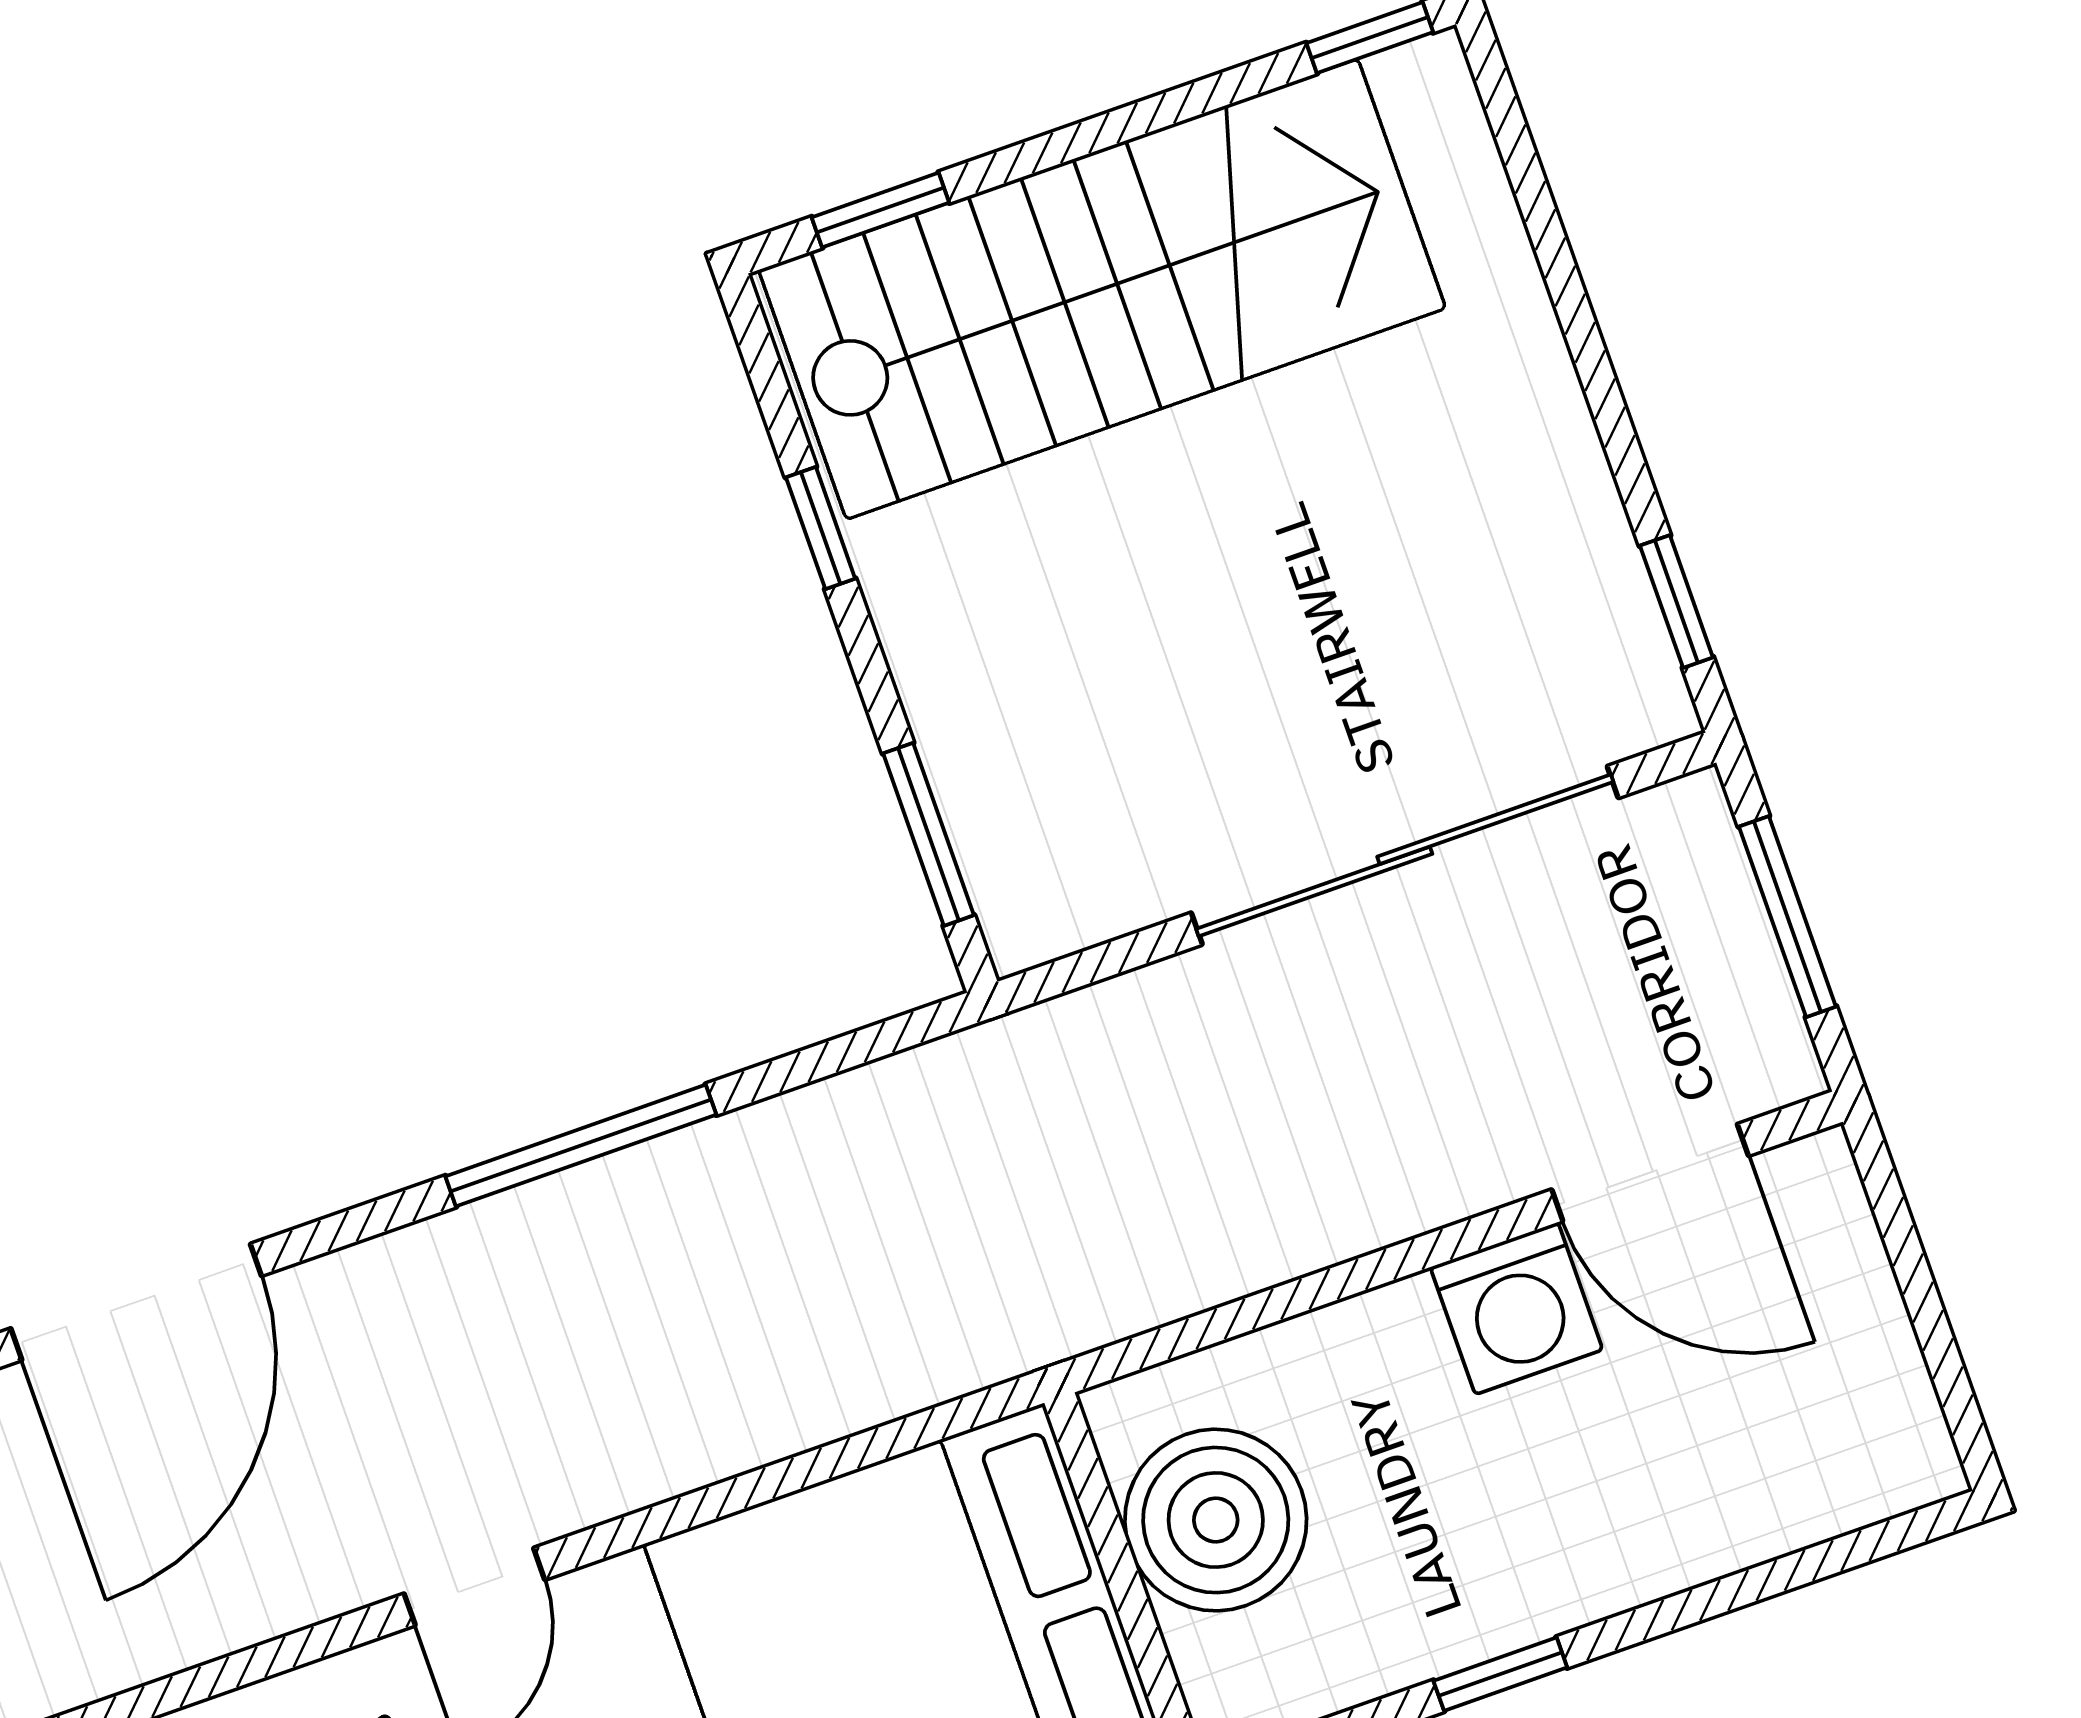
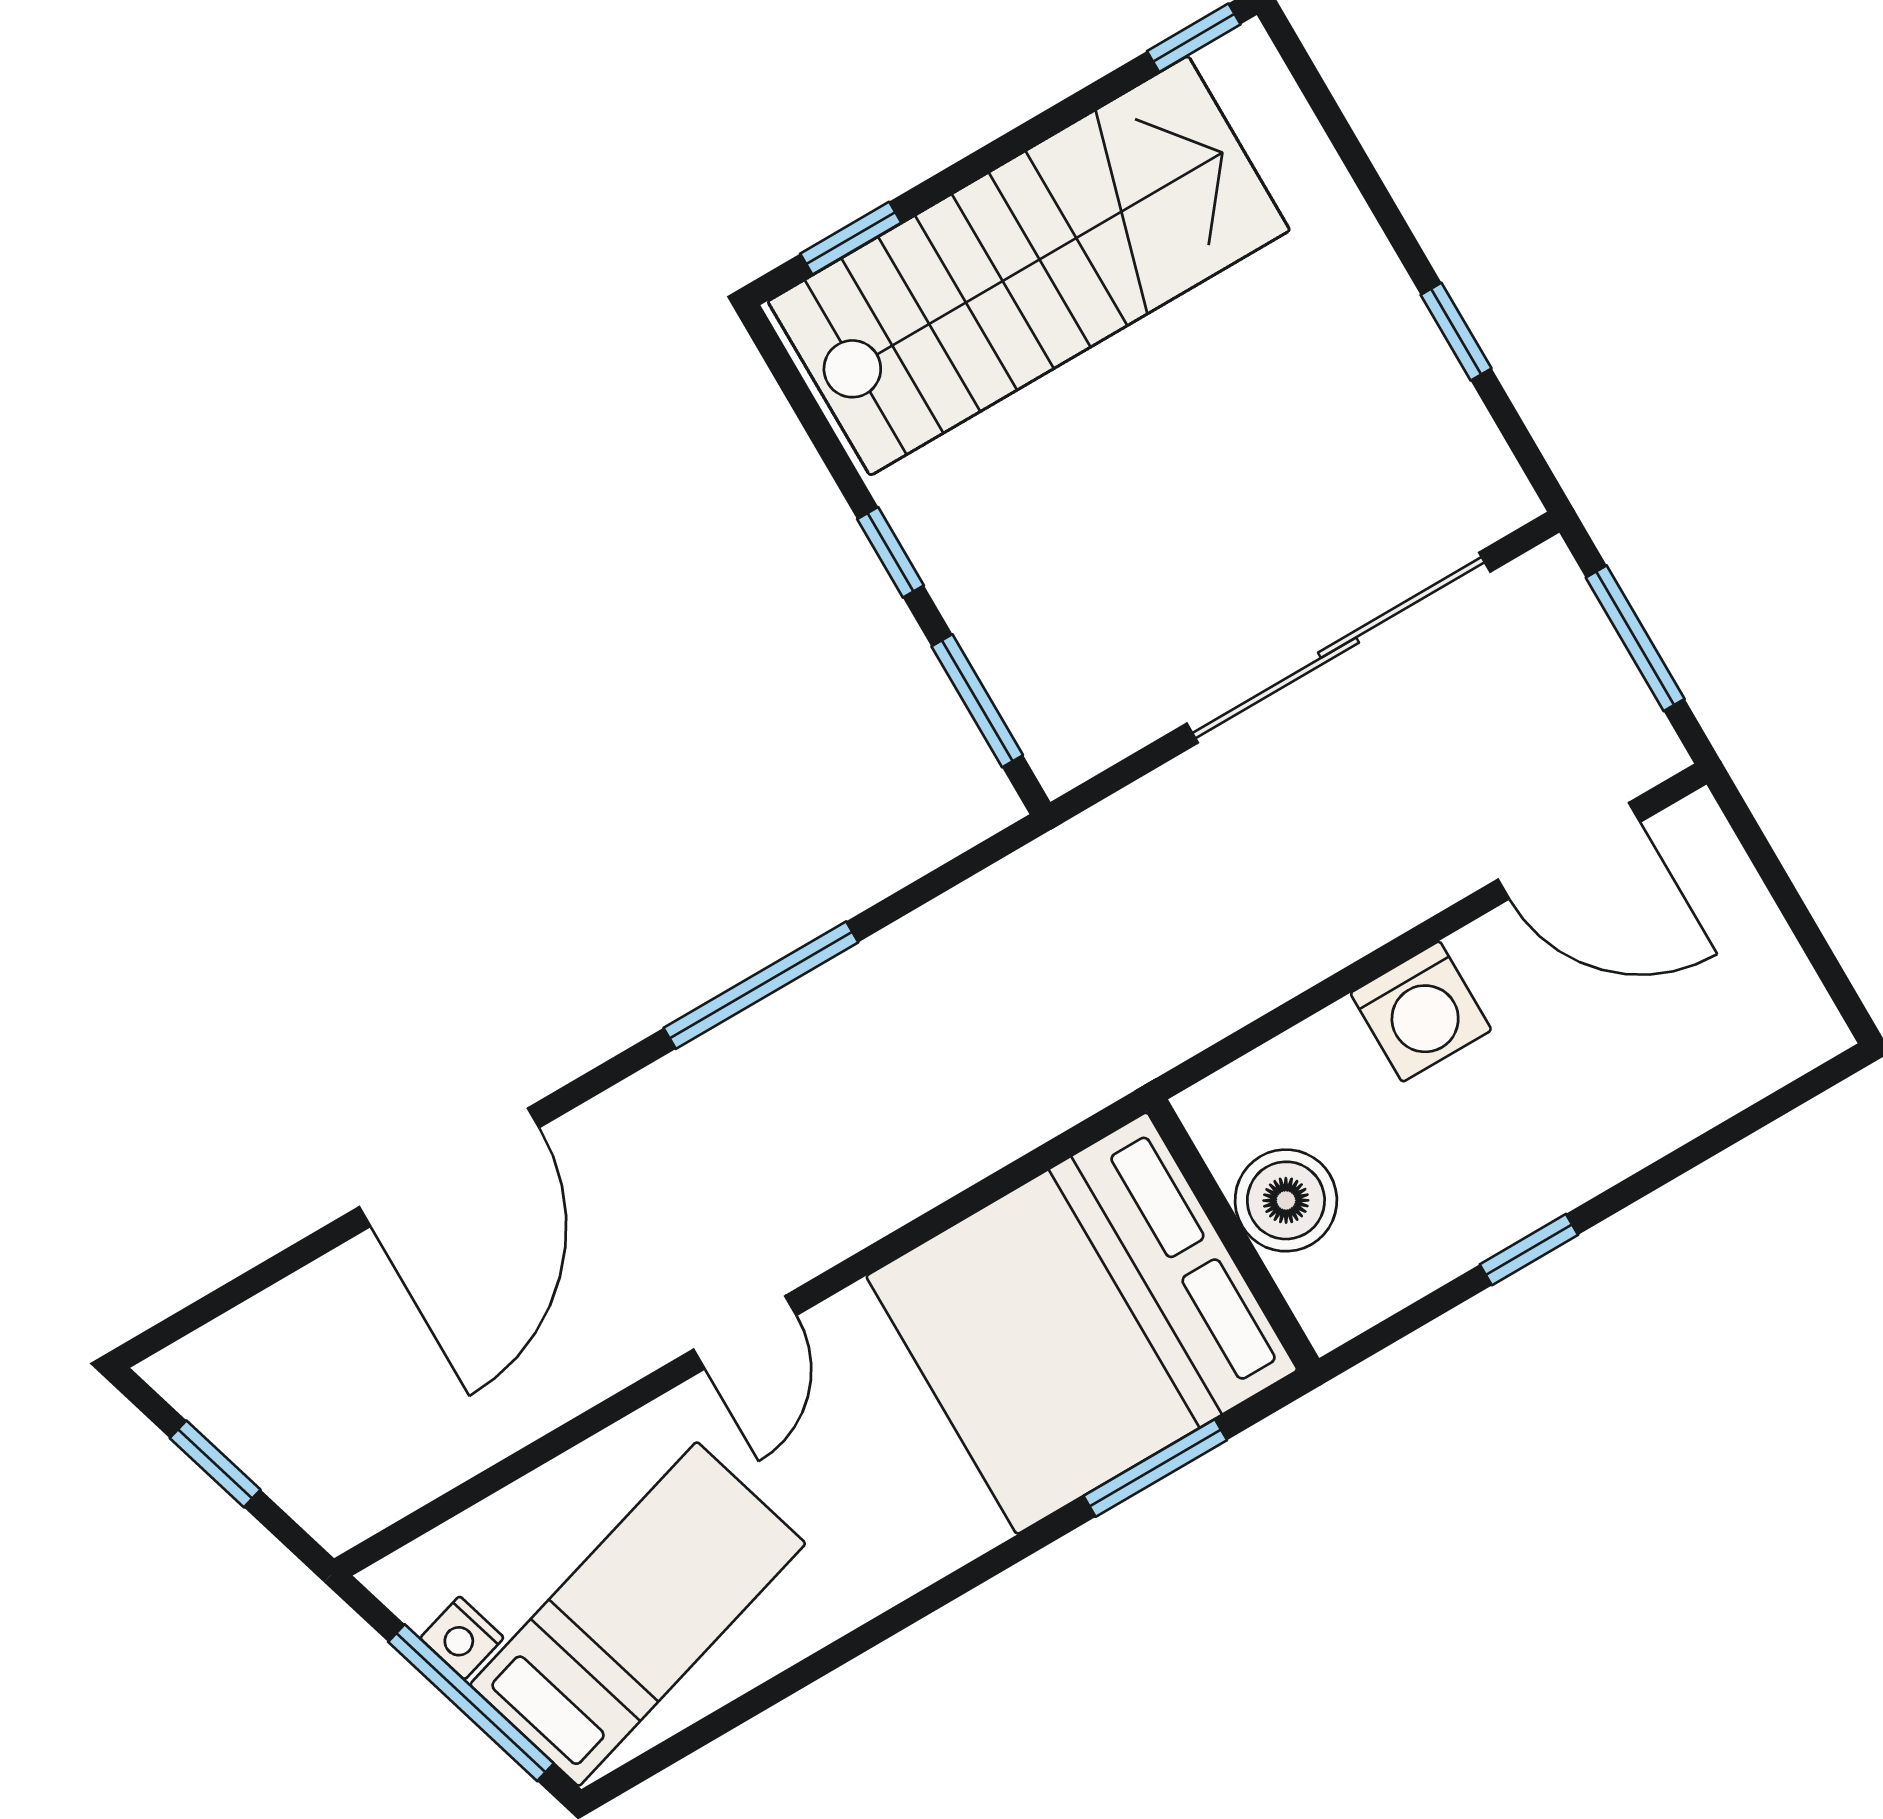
window: (821, 528) -> (890, 552), moved
window: (1676, 601) -> (1456, 332), moved
washing machine: (1517, 1308) -> (1421, 1012), moved
boiler: (1216, 1520) -> (1286, 1200), width x0.73, depth x0.73

